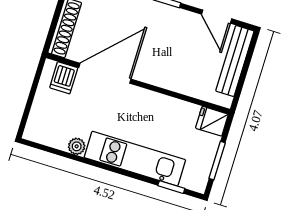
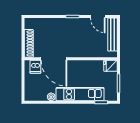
door: (105, 73) -> (54, 59), swing flipped

